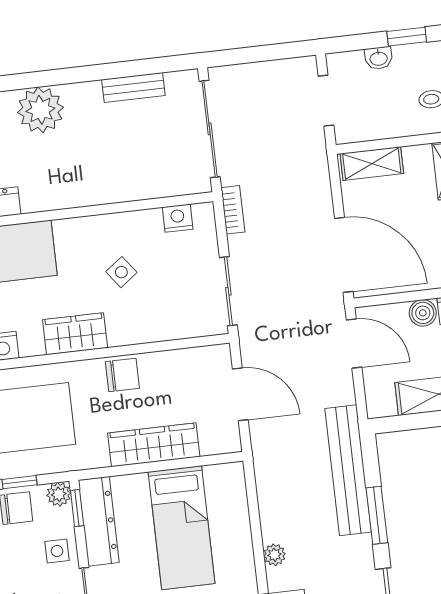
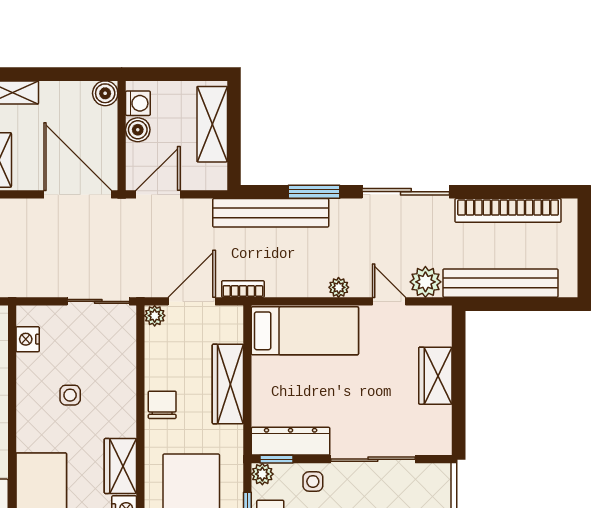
bookcase: (233, 210) -> (243, 289), moved
door: (344, 255) -> (78, 194), hinge flipped
side table: (121, 272) -> (70, 395), turned 37
wardrobe: (75, 334) -> (120, 466), moved
plant: (220, 355) -> (155, 316), added
bed: (182, 528) -> (305, 331), moved

